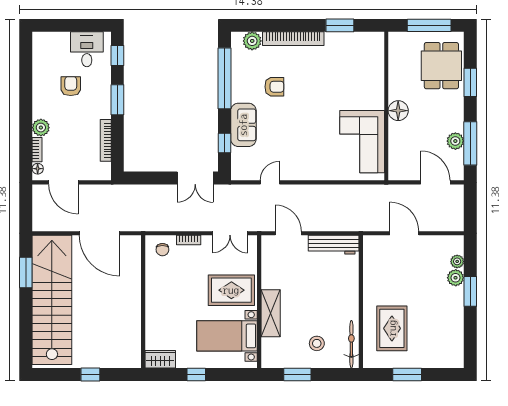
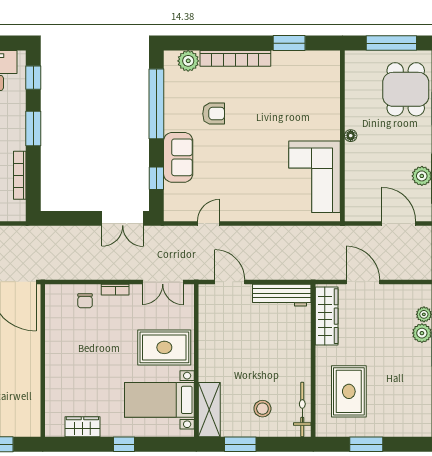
floor lamp: (398, 111) -> (351, 136), width x0.53, depth x0.53
wardrobe: (373, 263) -> (327, 316), added
wall: (143, 302) -> (43, 361), moved
shelving: (271, 313) -> (209, 410), moved

